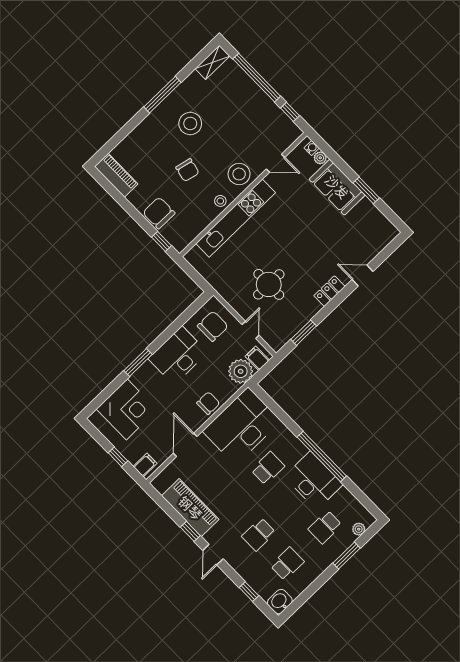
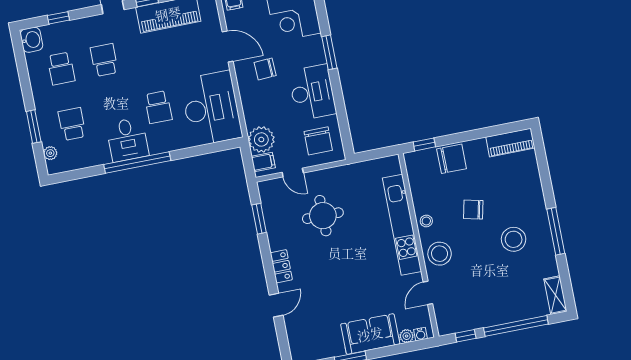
chair: (208, 403) -> (265, 69), moved, turned 87
desk: (313, 480) -> (127, 140), width x0.73

